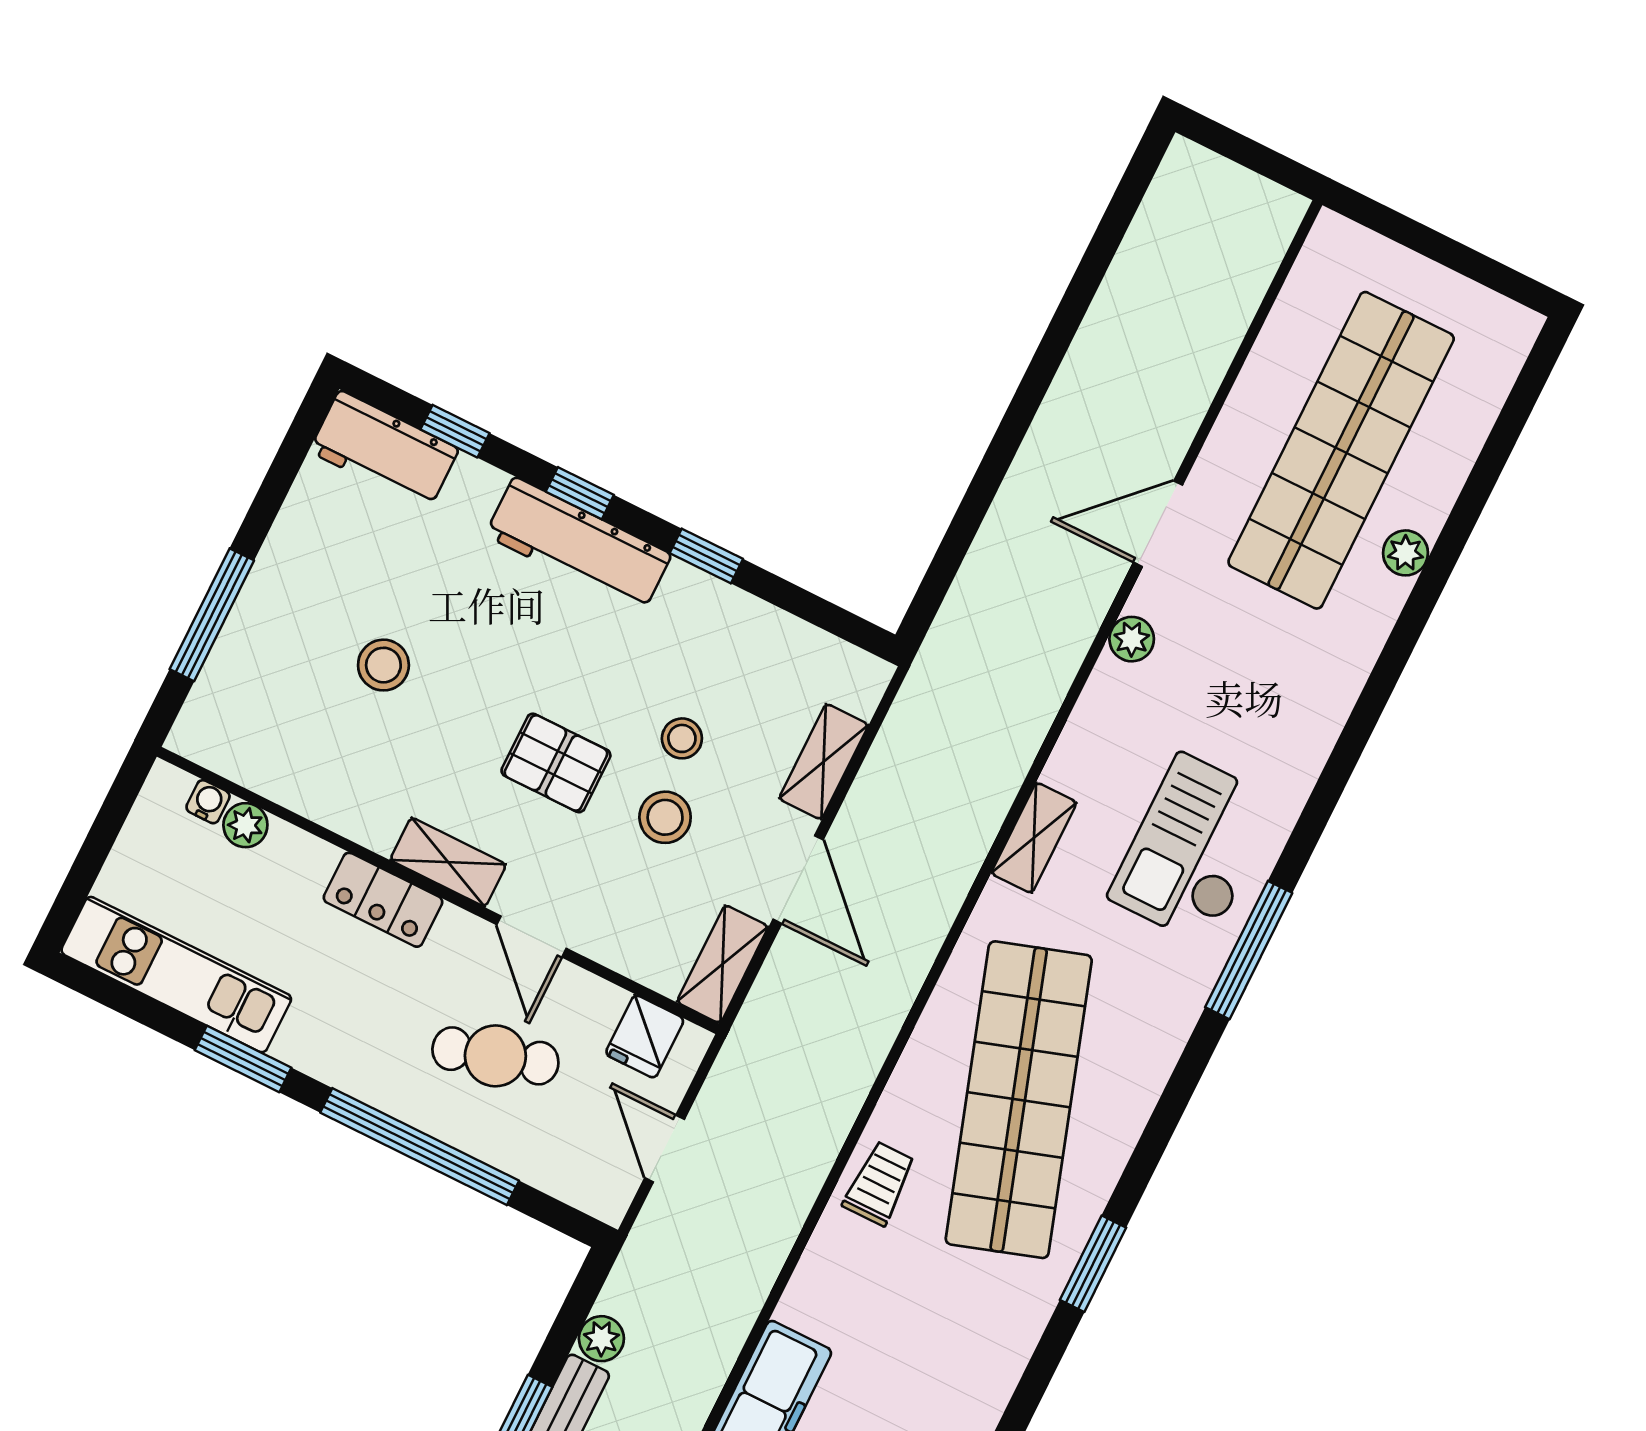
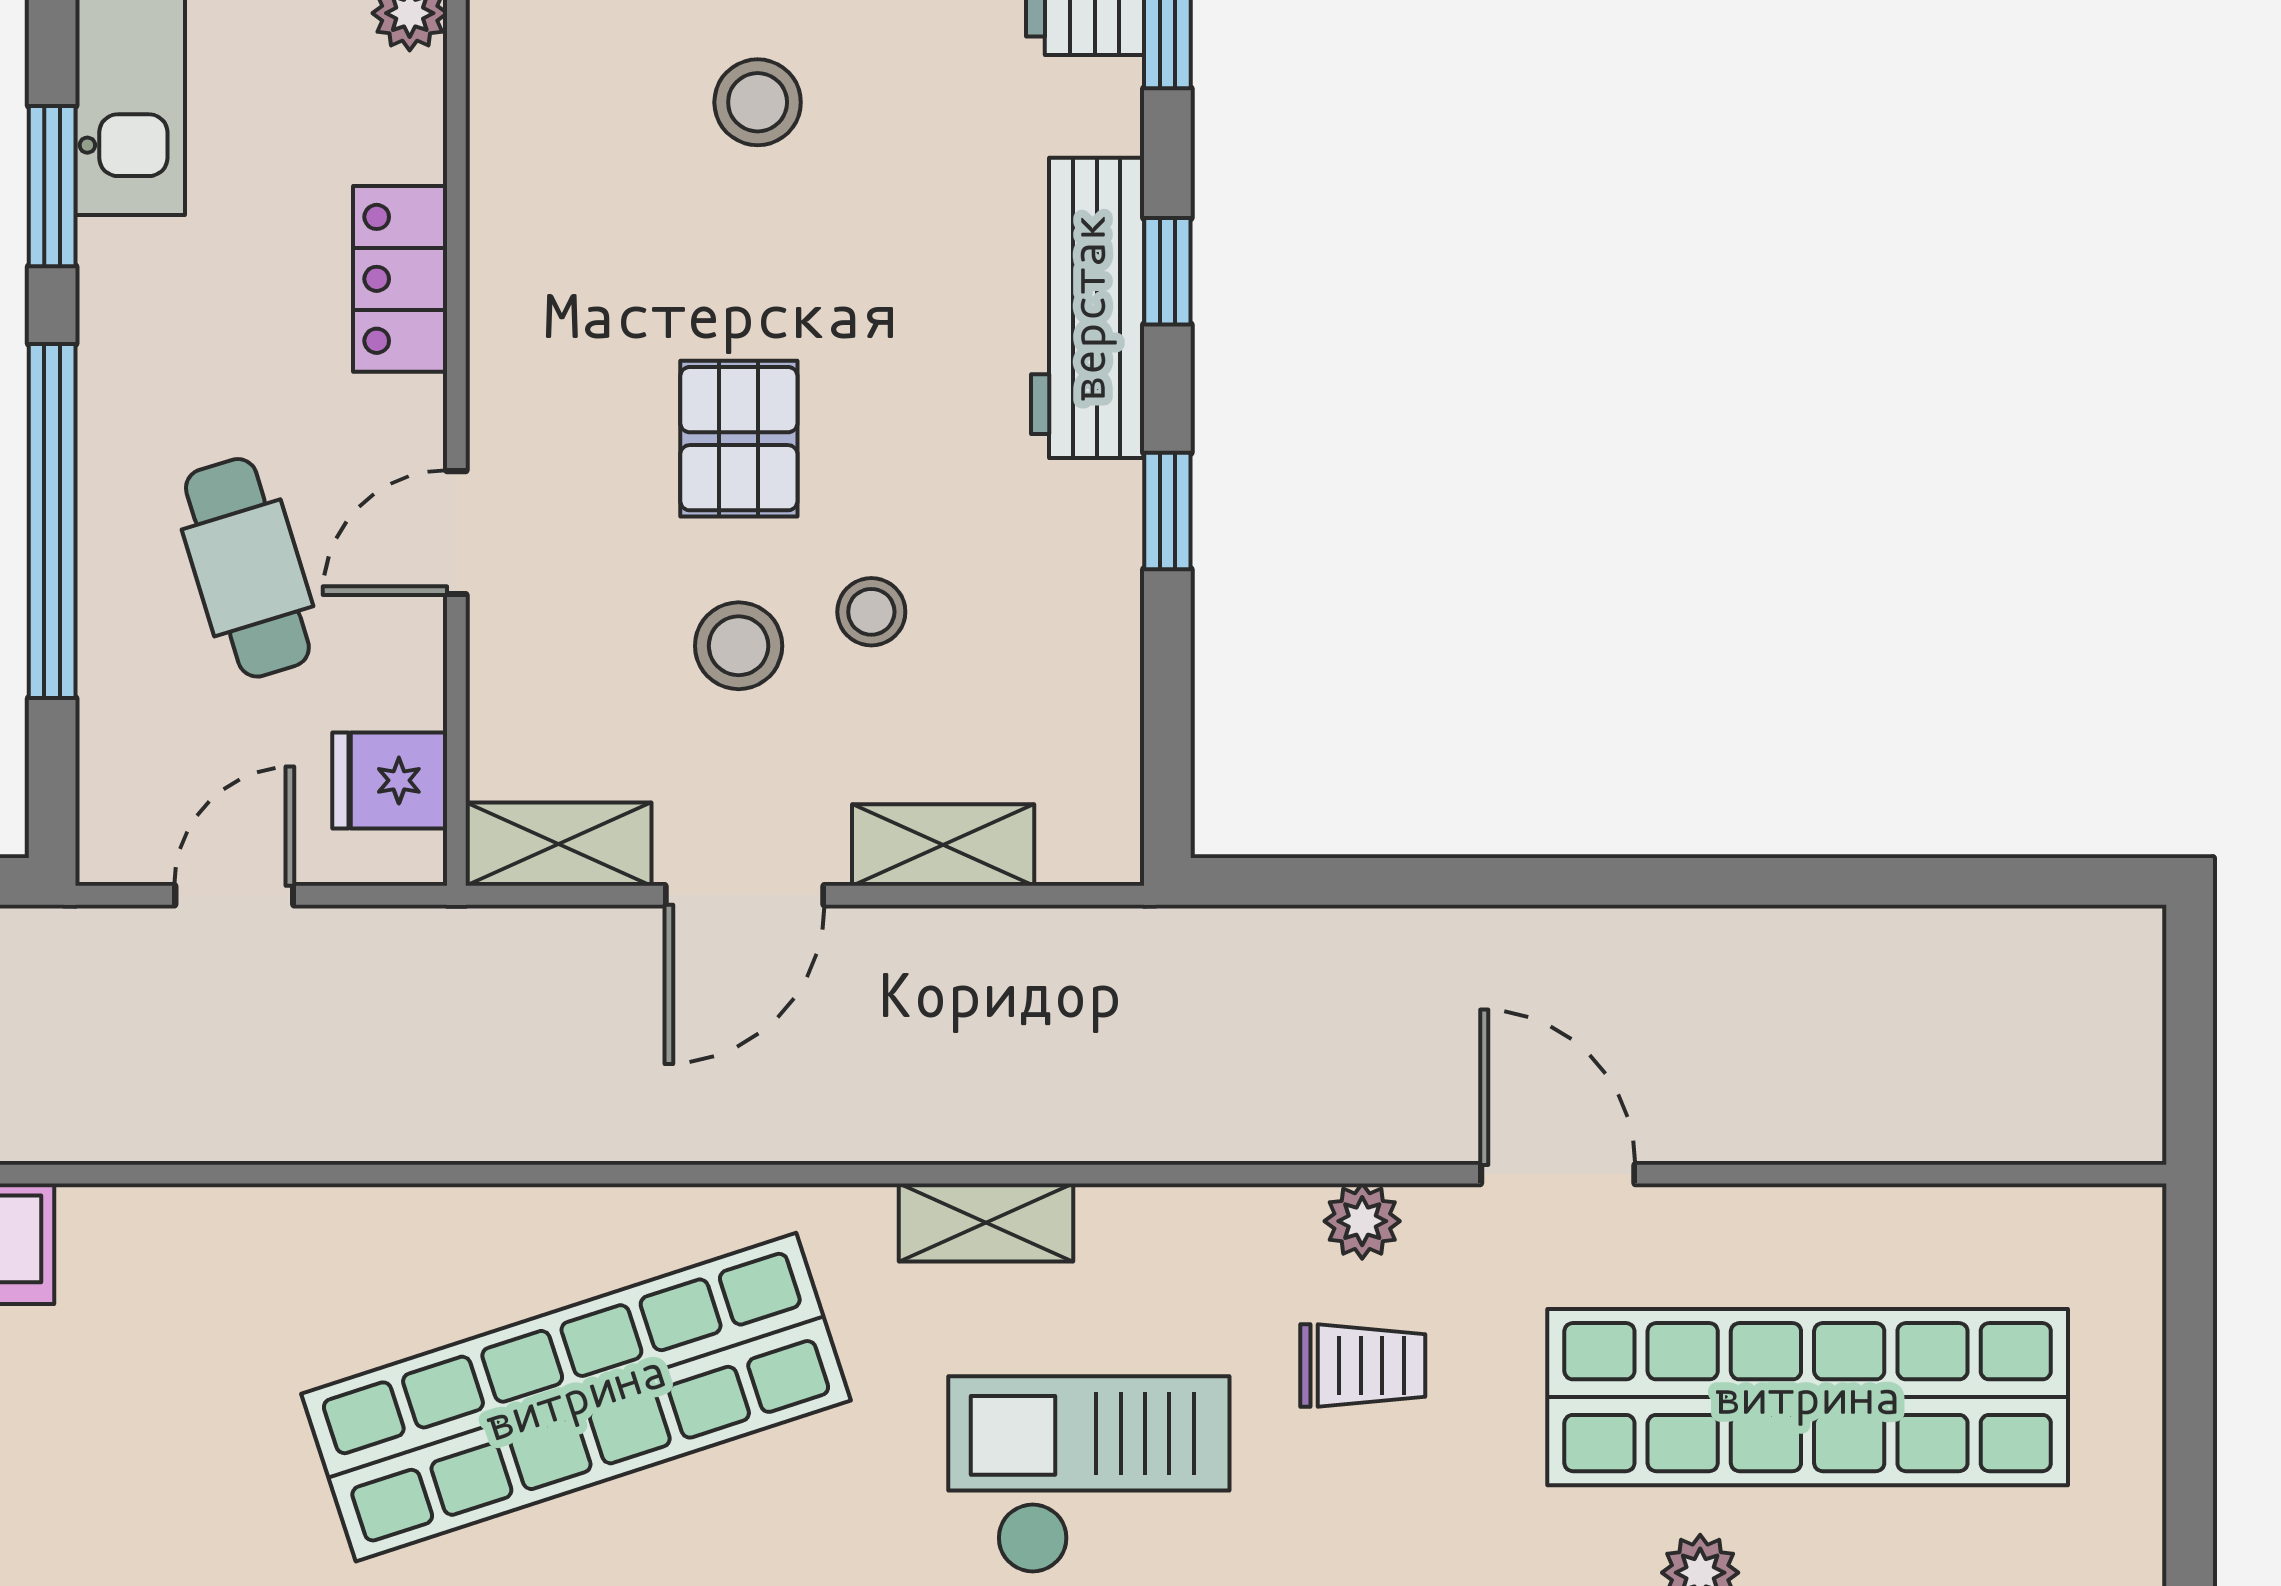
shelving: (448, 862) -> (507, 350), removed
trolley: (879, 1183) -> (1363, 1366), moved

